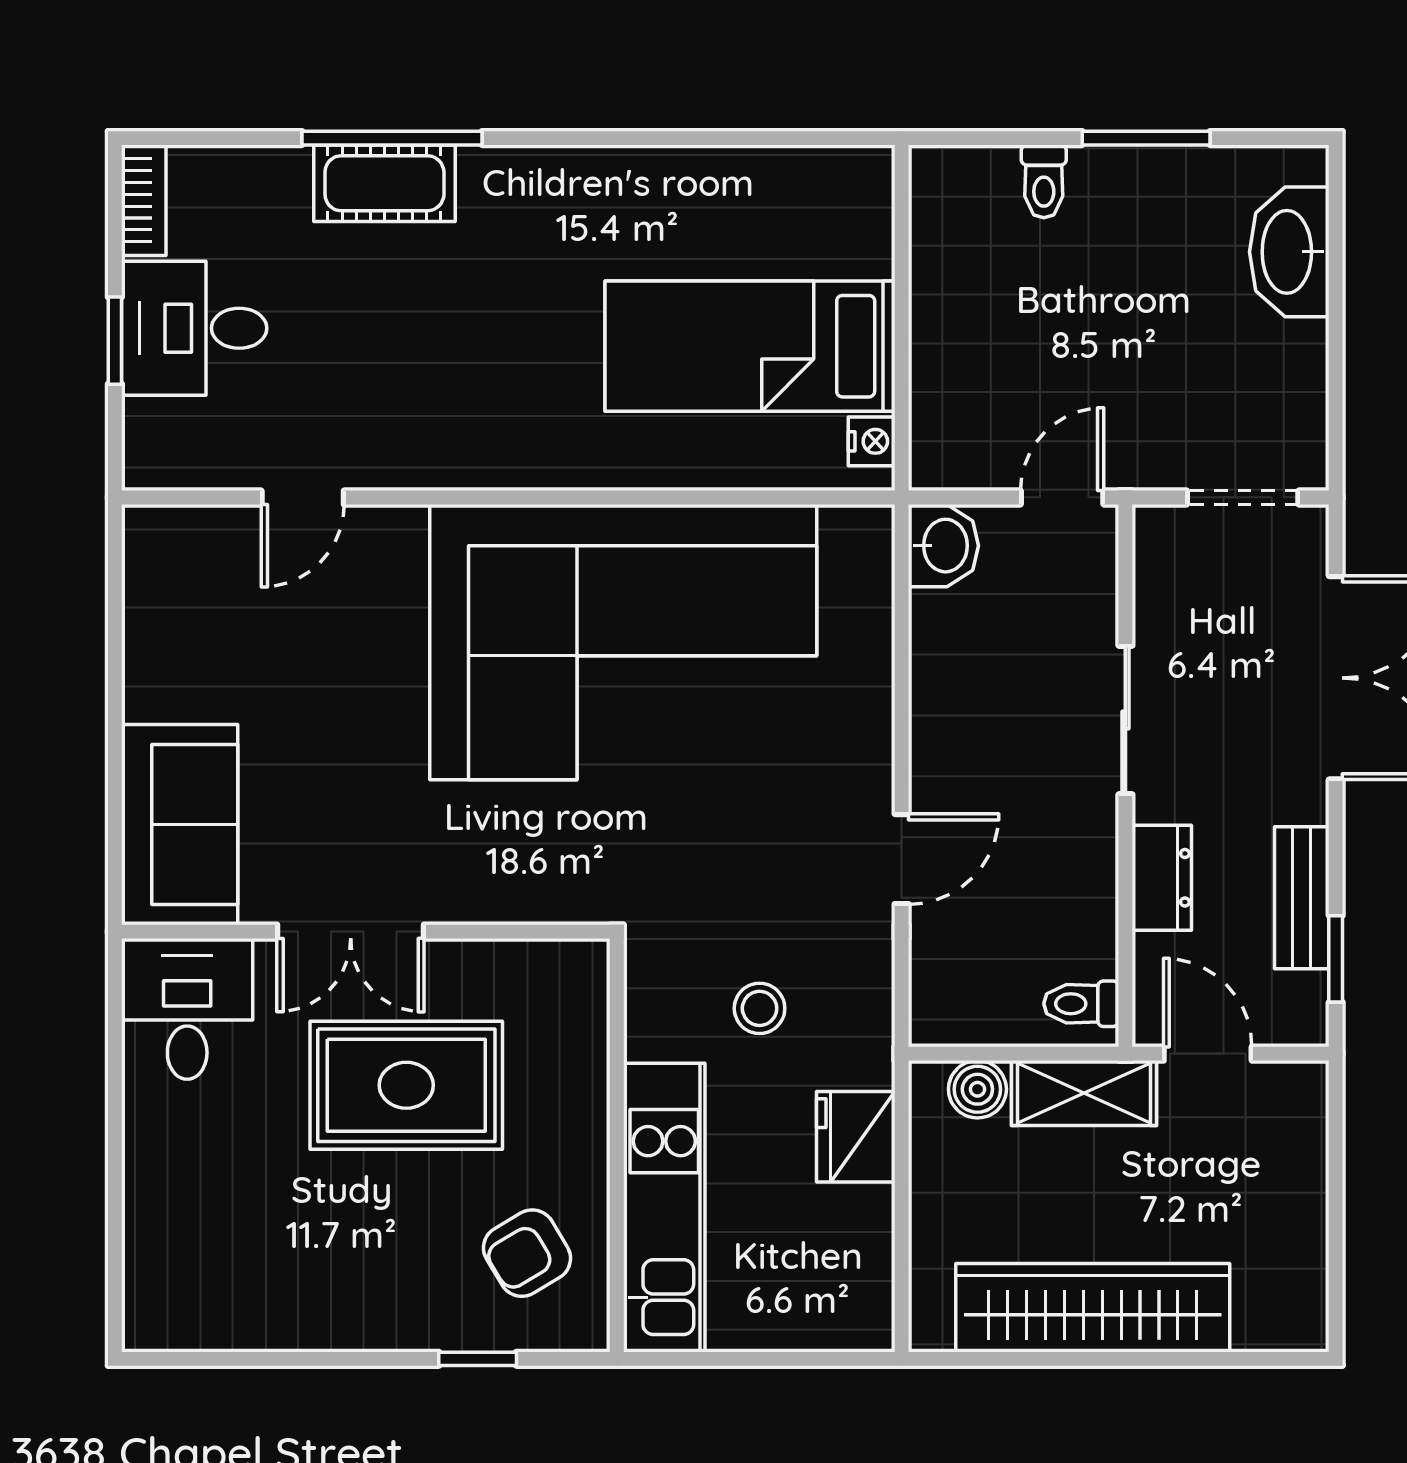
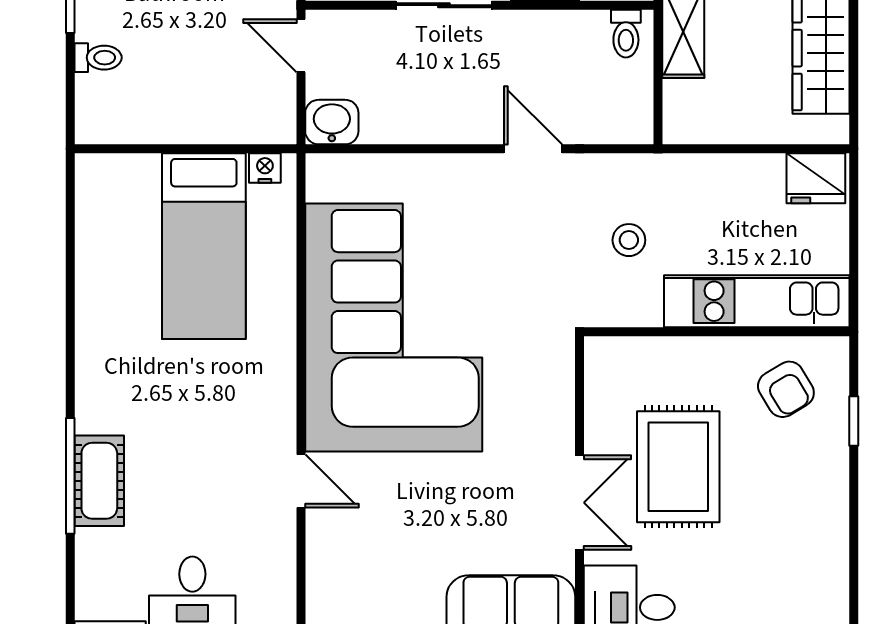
door: (303, 497) -> (301, 481), moved
boiler: (977, 1089) -> (681, 100), removed
fridge: (856, 1137) -> (816, 178), moved

